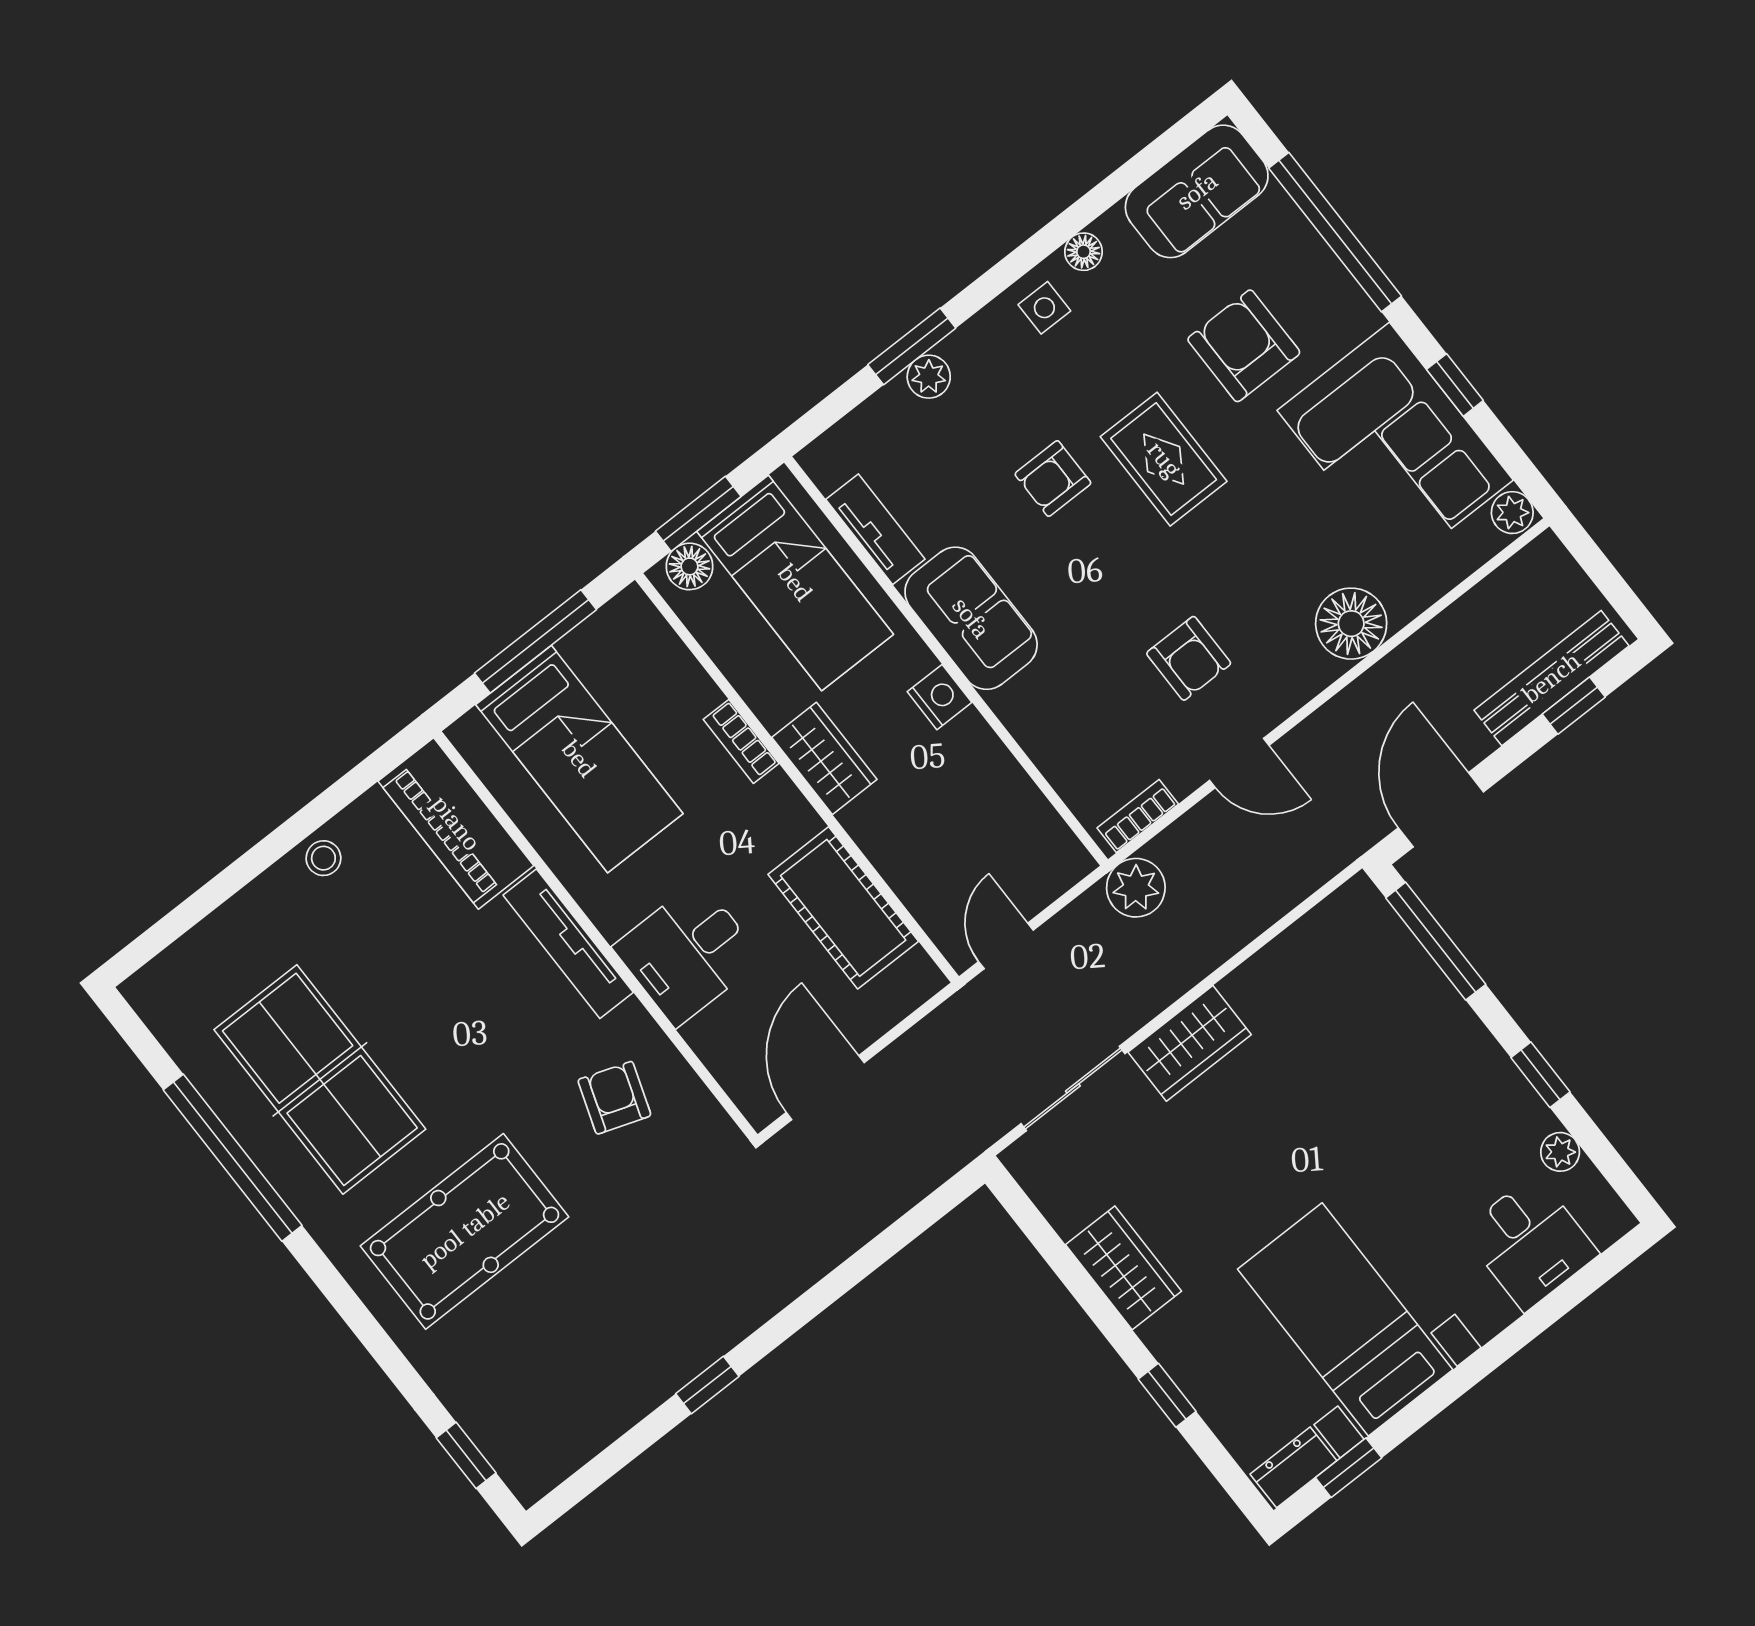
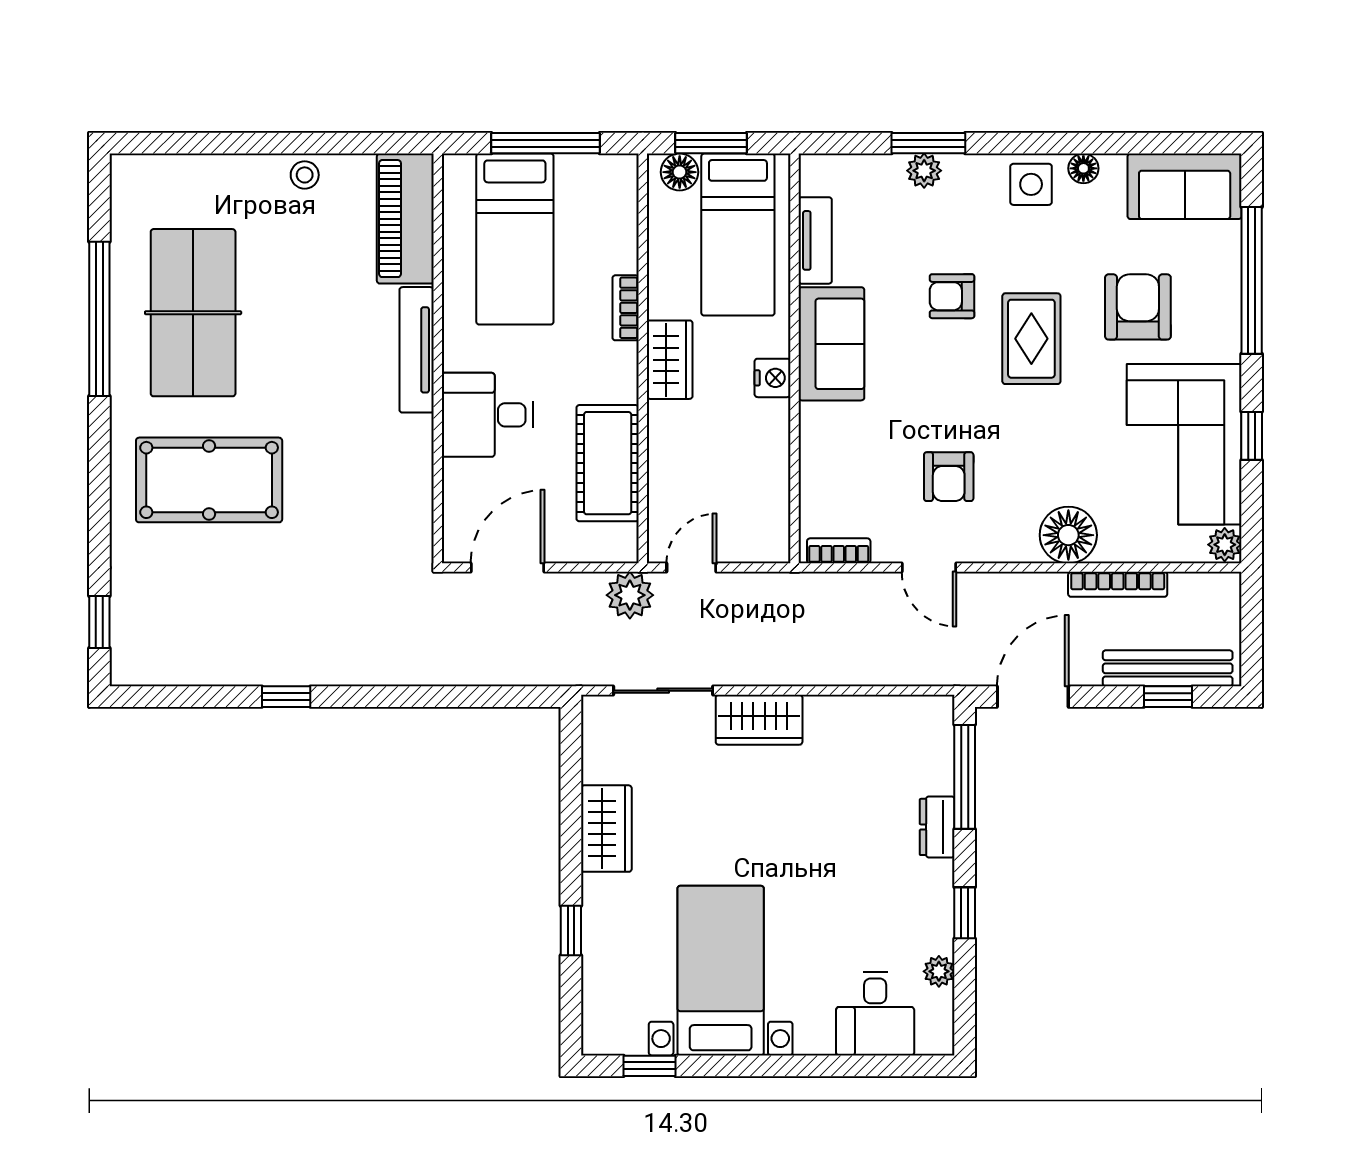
side table: (1044, 308) -> (1031, 184), width x1.37, depth x1.37
bookcase: (1438, 634) -> (1118, 584), added
plant: (1136, 888) -> (630, 595), moved
armchair: (614, 1098) -> (370, 470), removed
dresser: (1293, 1467) -> (937, 827), moved, turned -90

